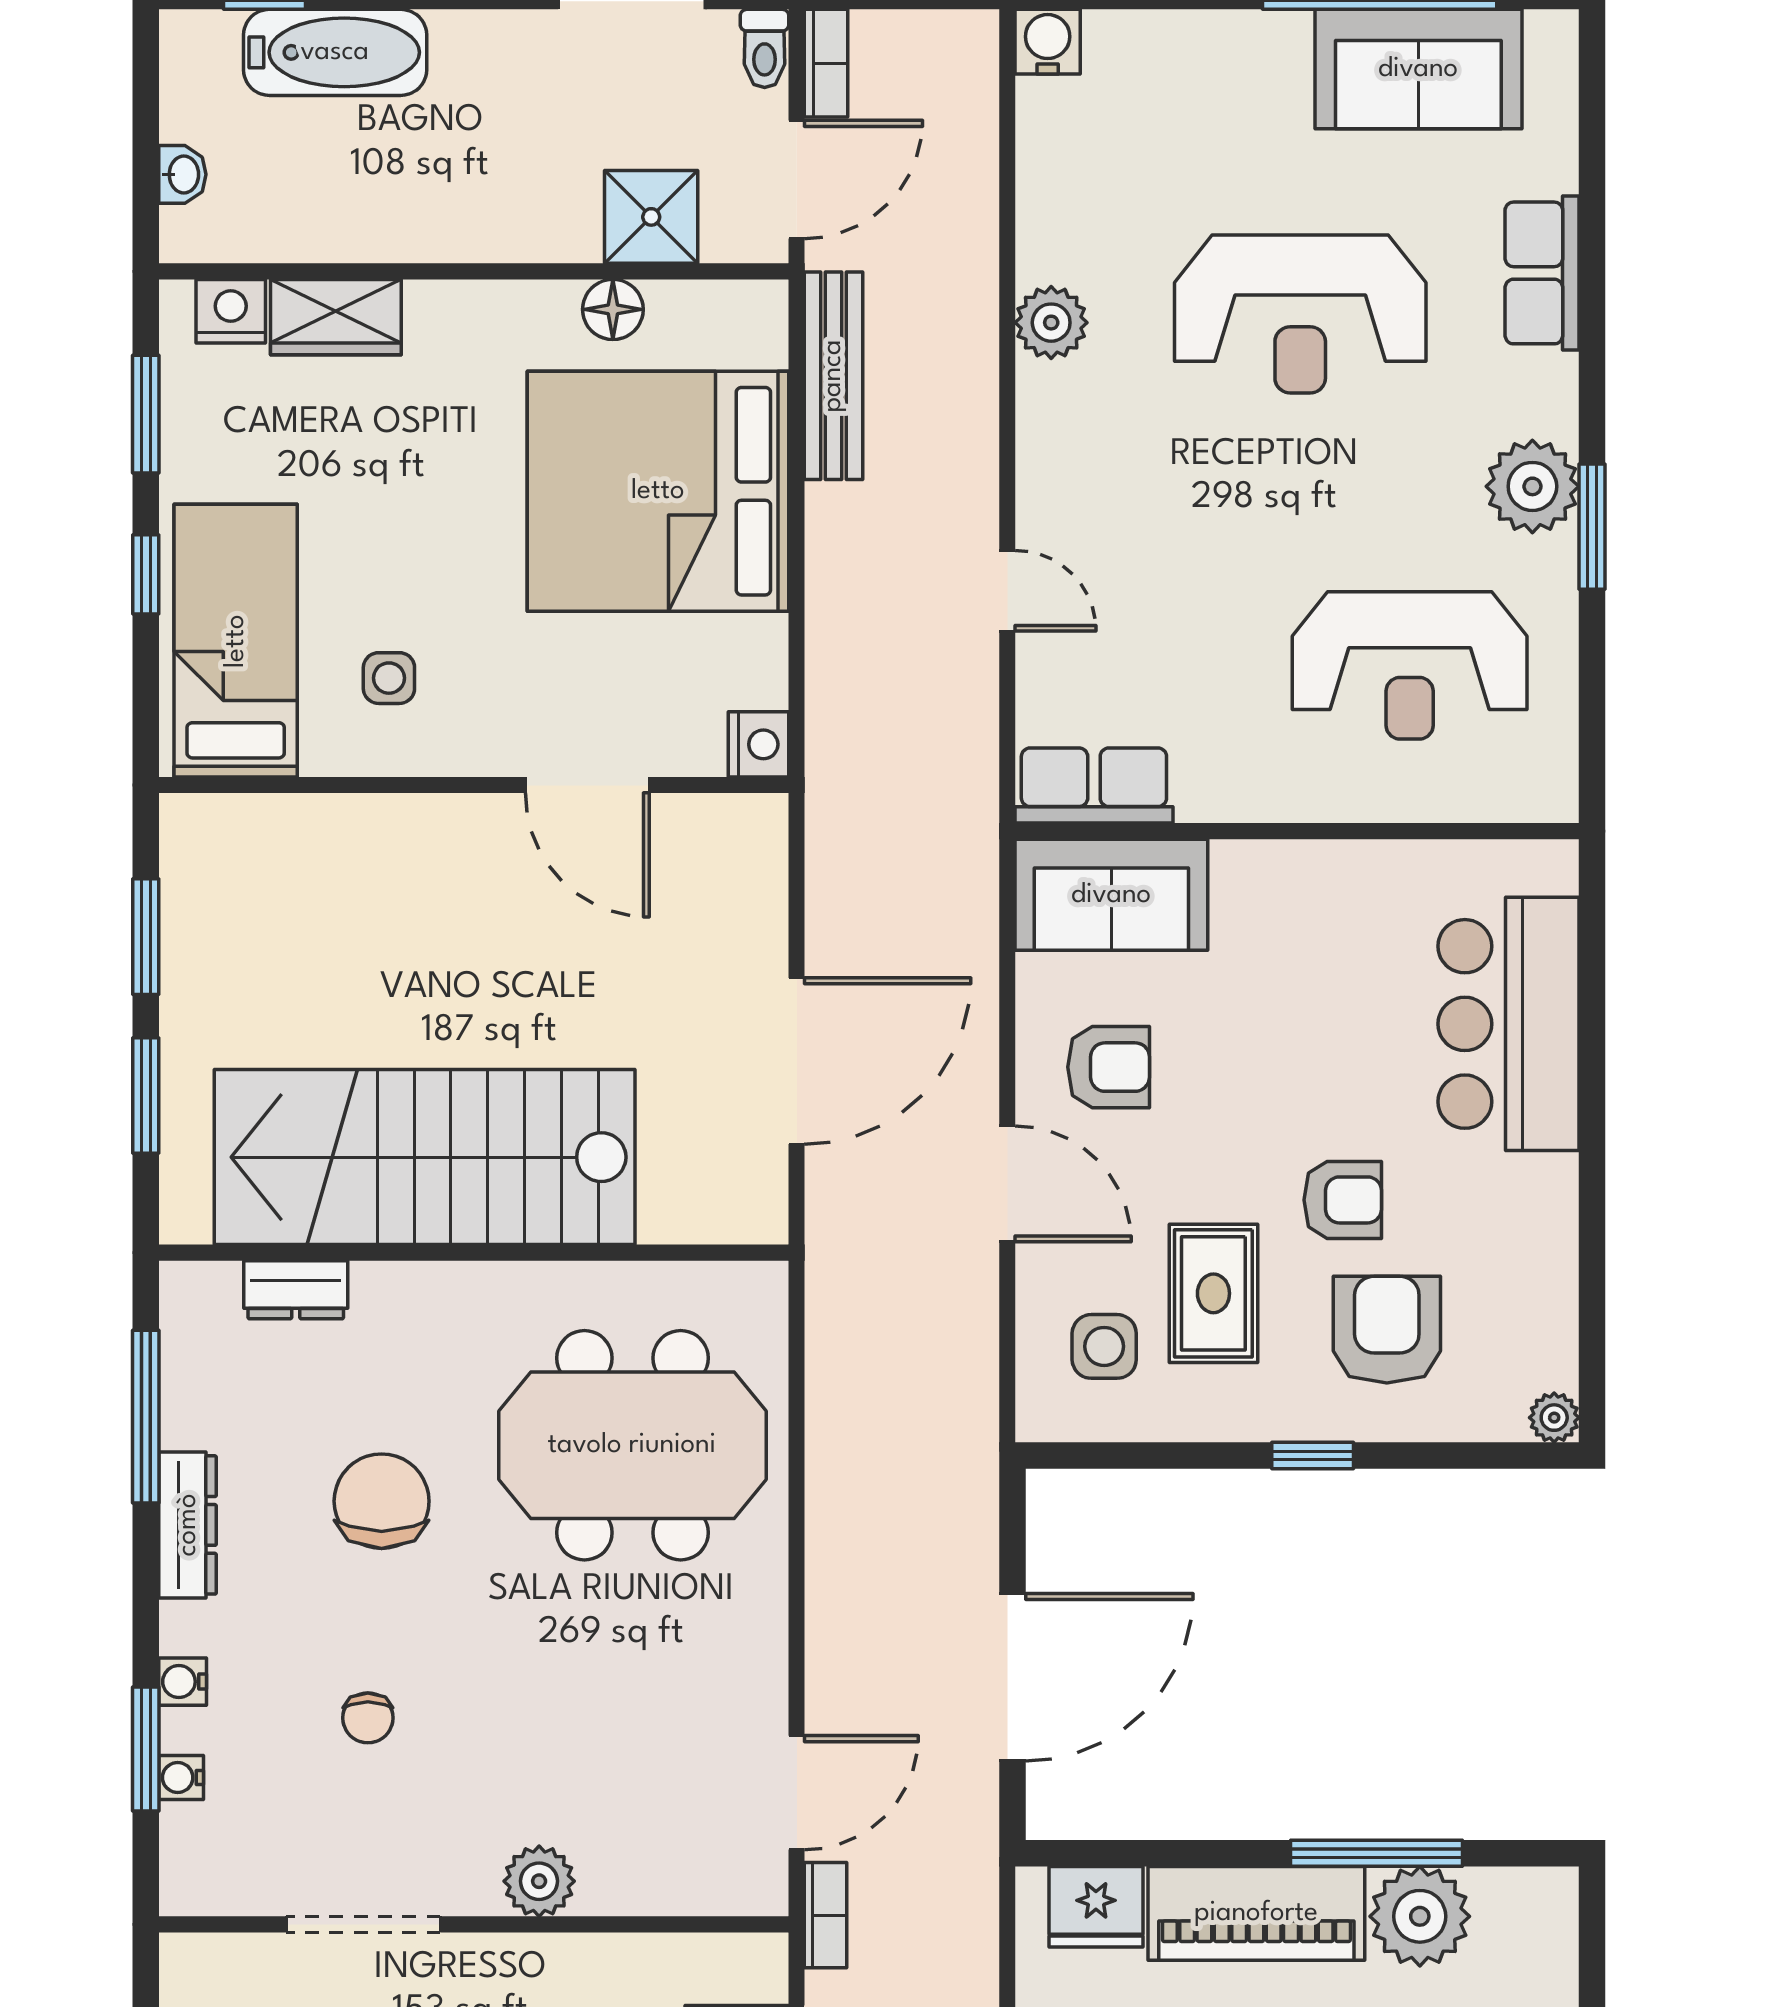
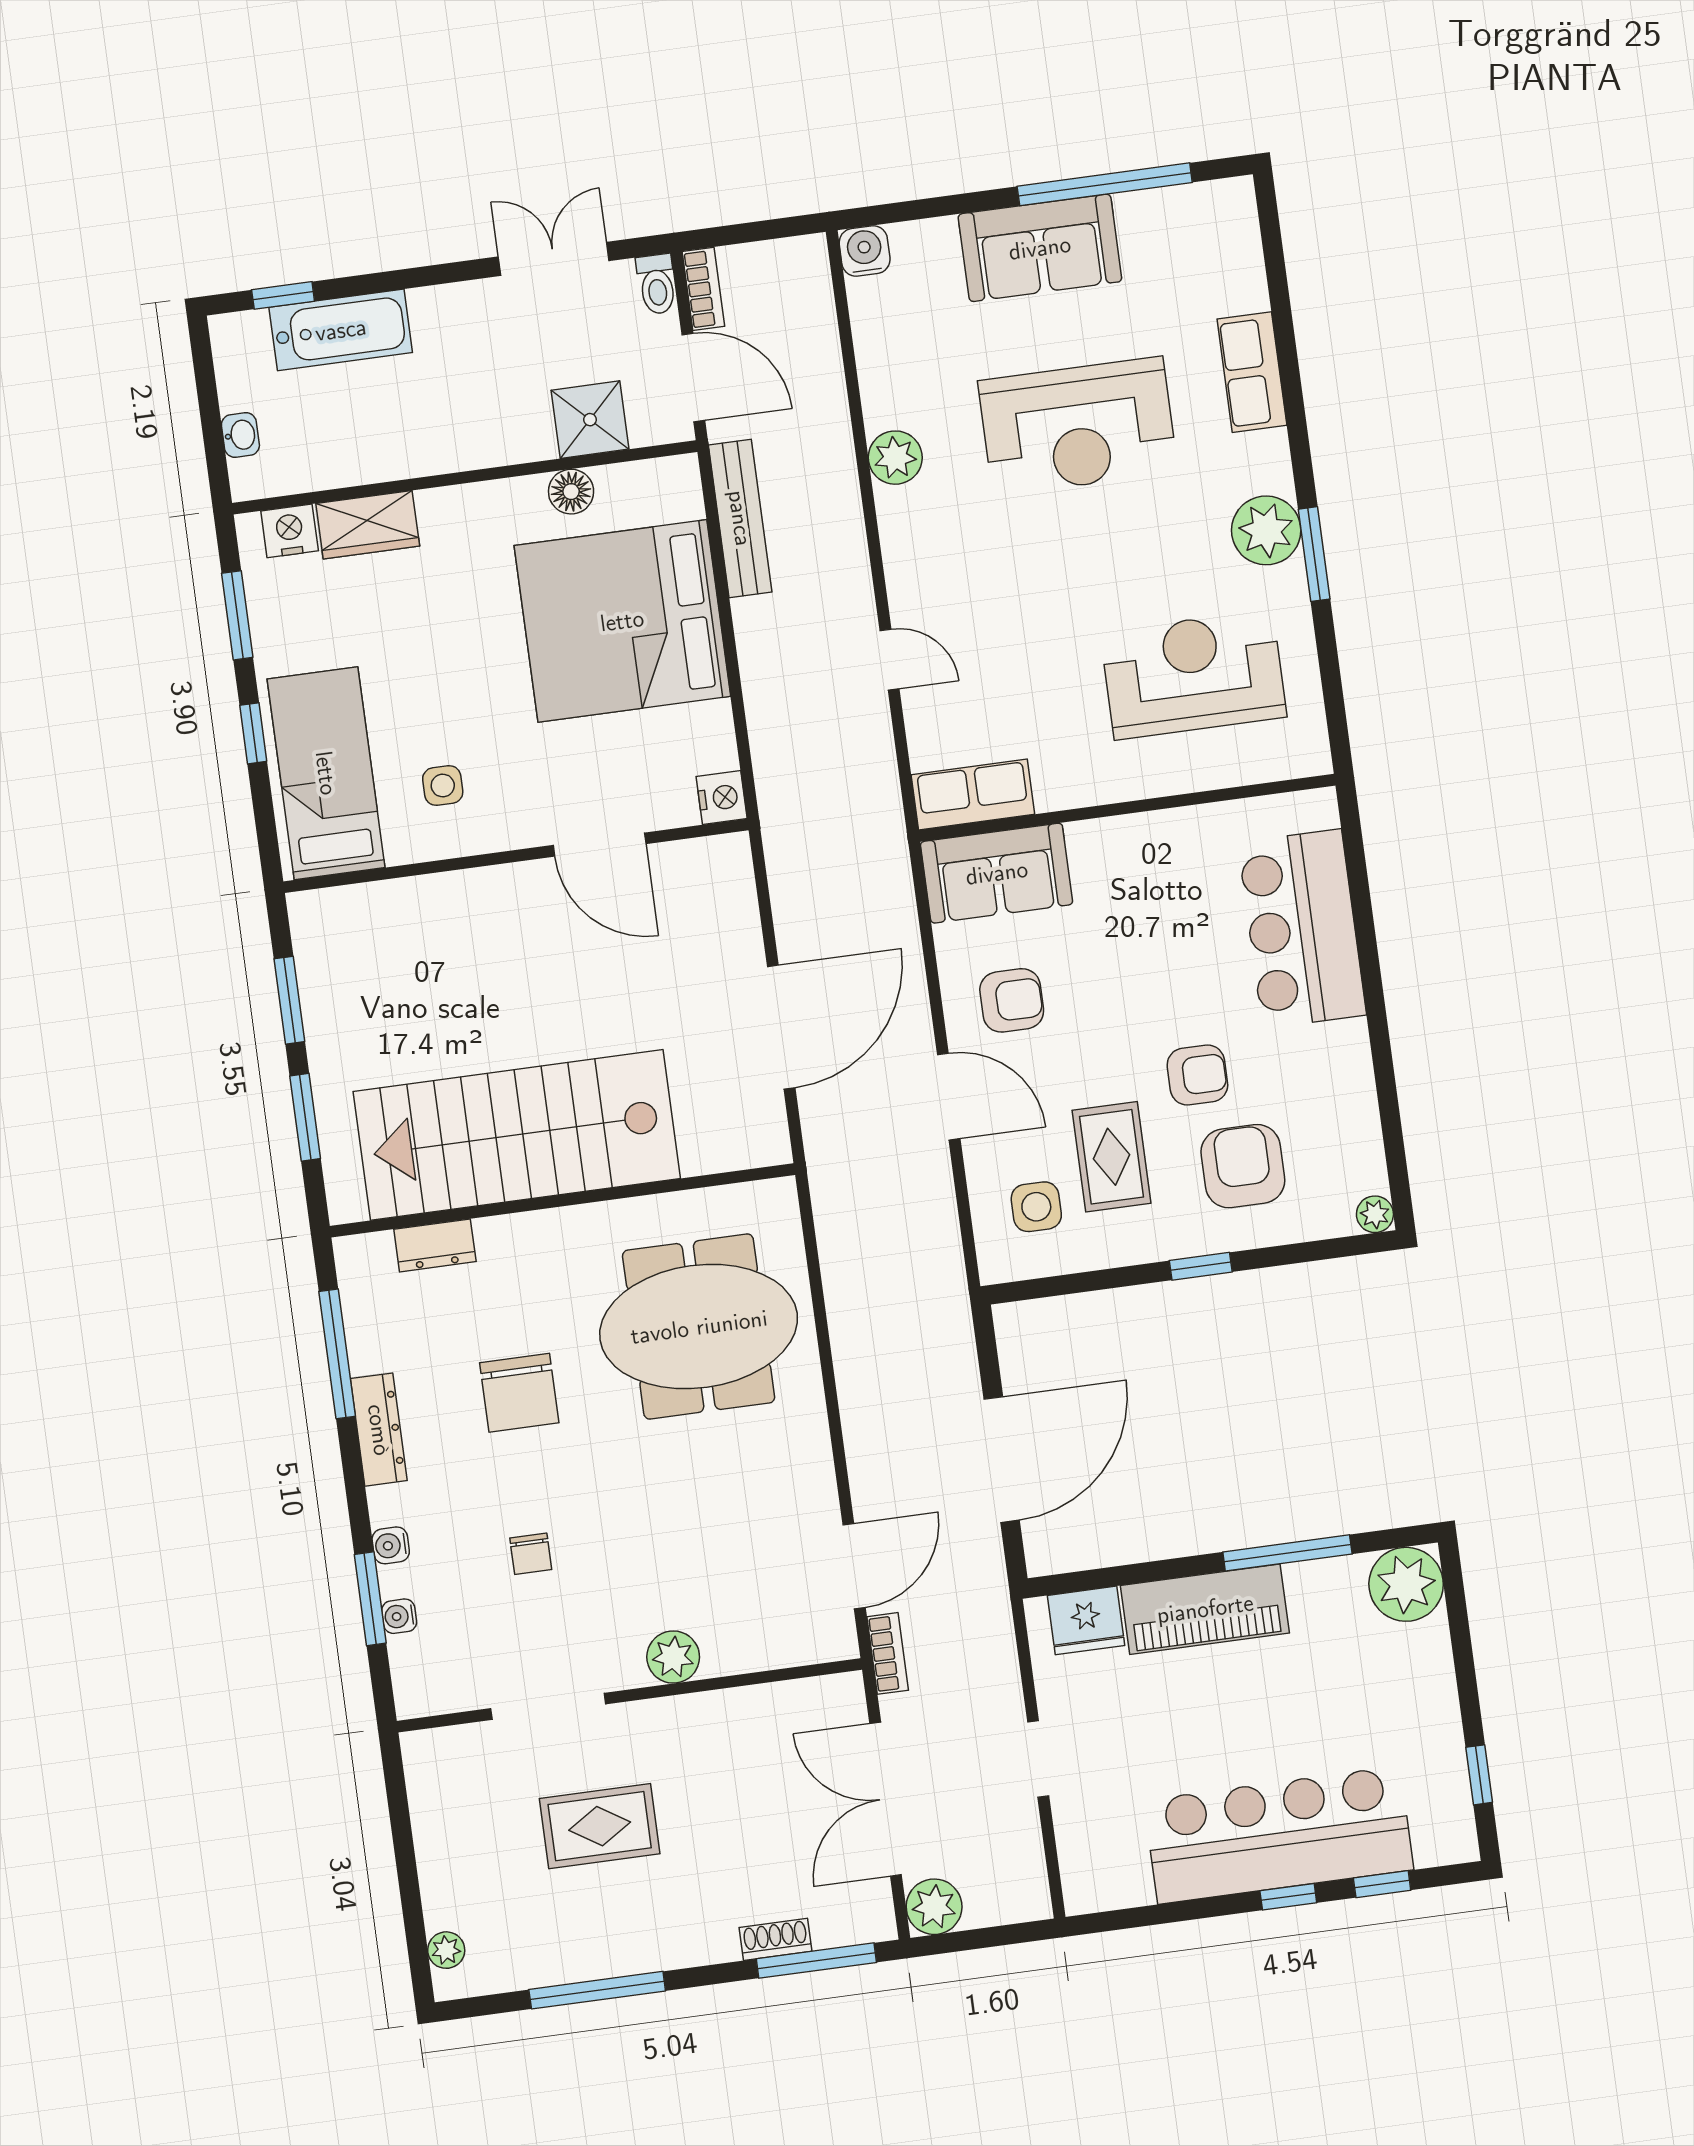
sofa: (1418, 69) -> (1040, 248), moved
door: (797, 179) -> (693, 378), hinge flipped
reception desk: (1410, 665) -> (1194, 675), turned 180
chair: (382, 1501) -> (519, 1393), turned 180
plant: (1420, 1916) -> (1406, 1584), moved

